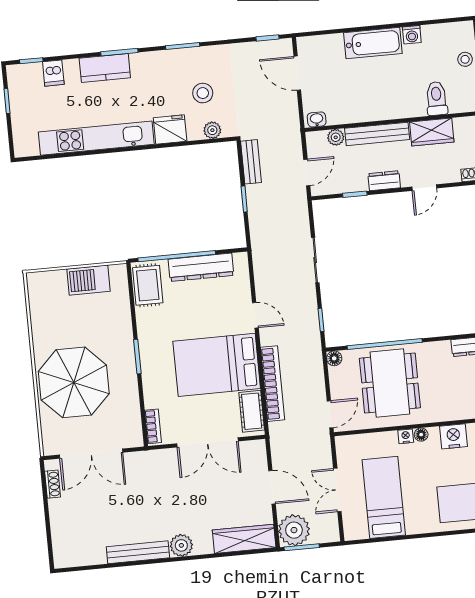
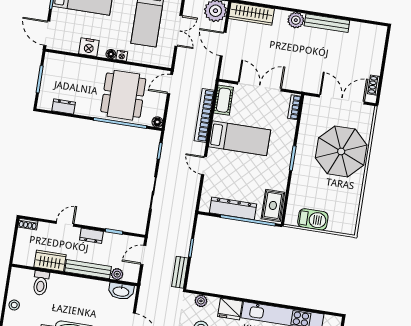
washbasin: (317, 119) -> (121, 291), width x1.91, depth x1.45
bed: (217, 365) -> (239, 138), width x0.67

